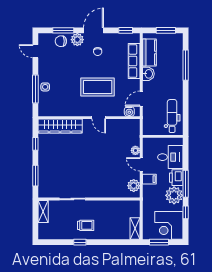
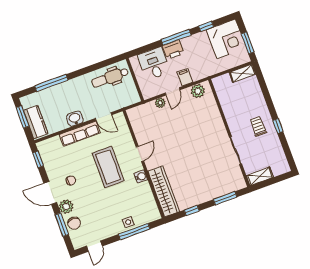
kitchen counter: (149, 52) -> (36, 122), moved, turned 90
row of seats: (134, 61) -> (80, 134), moved
water cooler: (129, 112) -> (141, 176), moved
plant: (174, 195) -> (192, 45), removed

